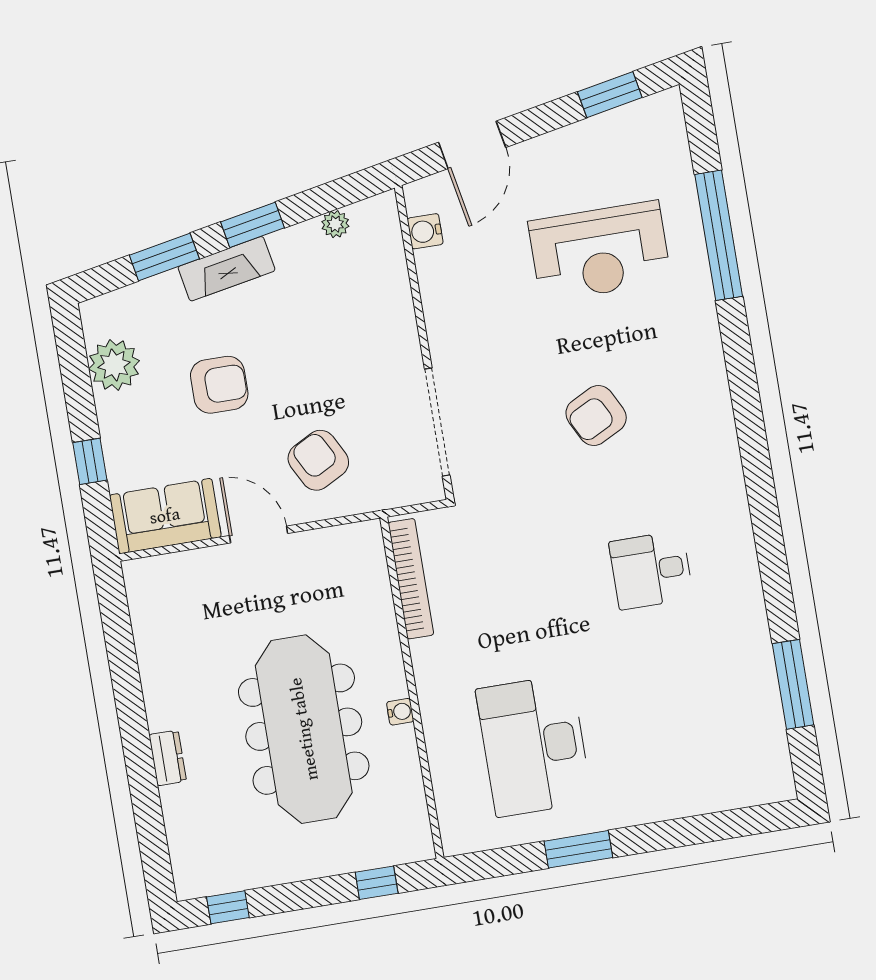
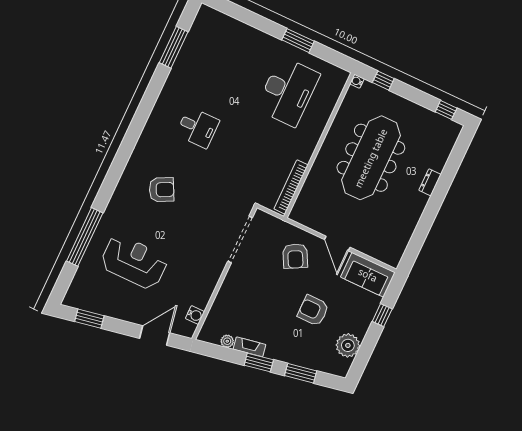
fireplace: (227, 269) -> (249, 347), moved, width x0.73, depth x0.76
armchair: (596, 415) -> (162, 190), moved
water cooler: (400, 712) -> (357, 81), moved

